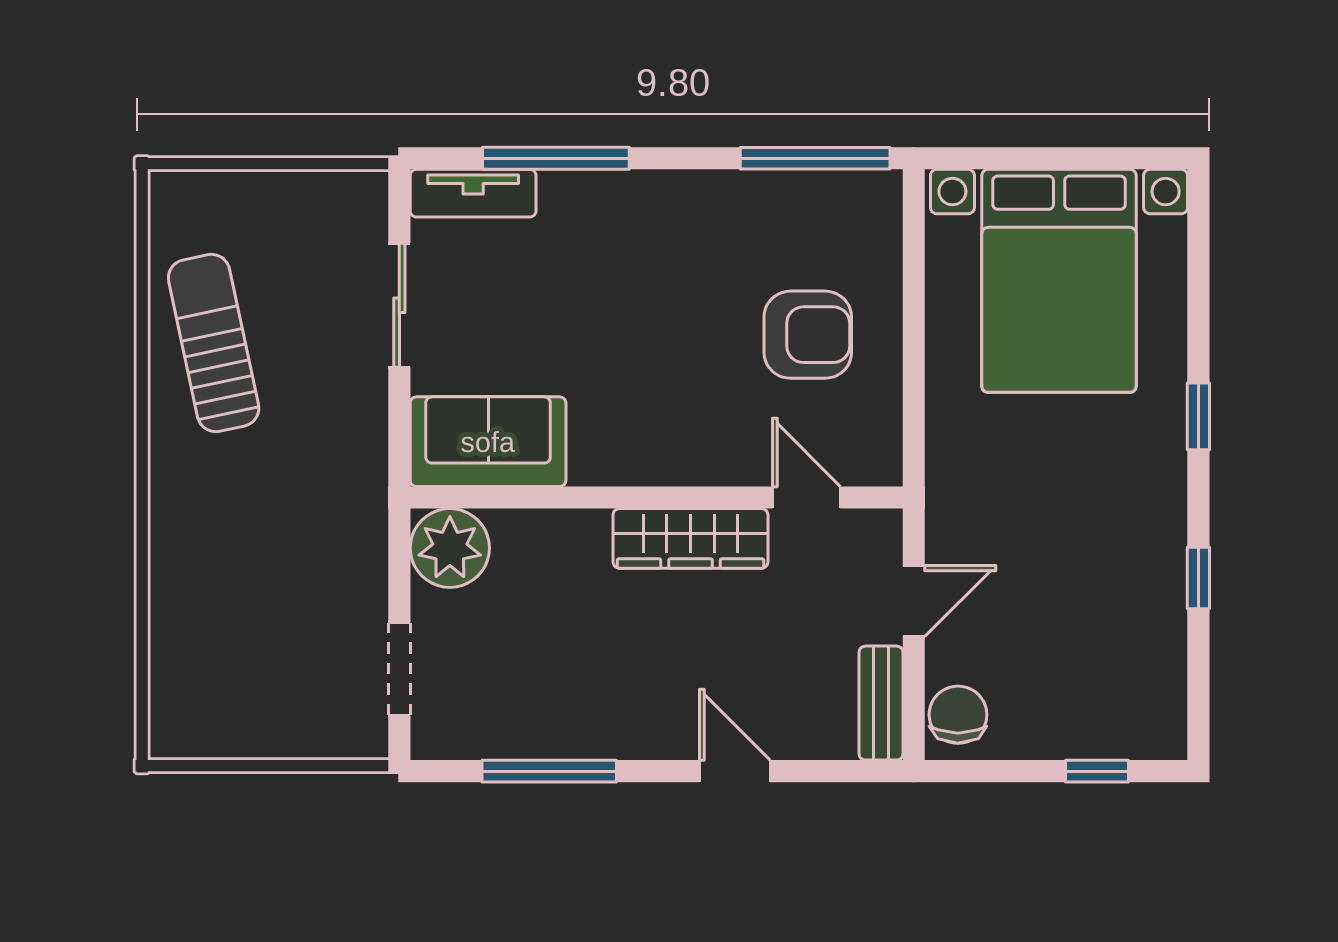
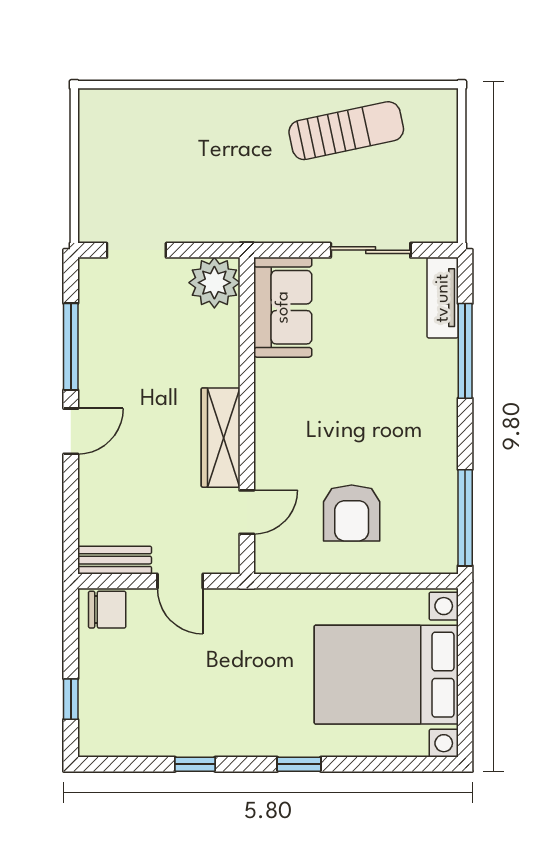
door: (735, 771) -> (71, 431), moved

